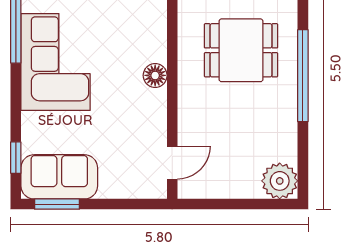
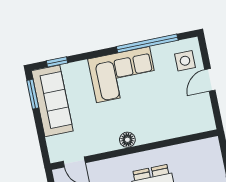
sofa: (59, 177) -> (52, 101), width x1.36

